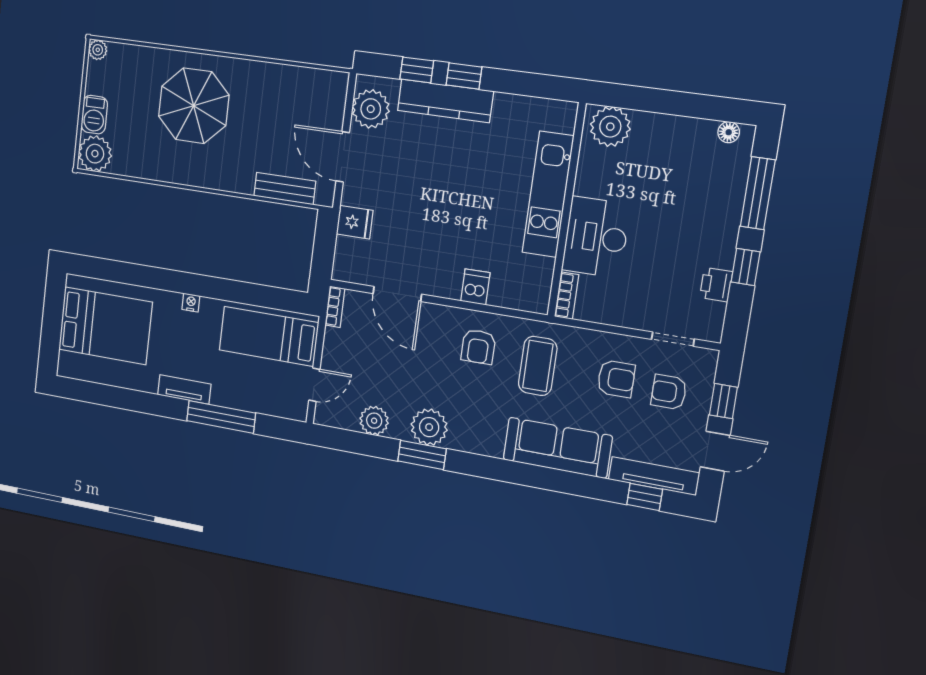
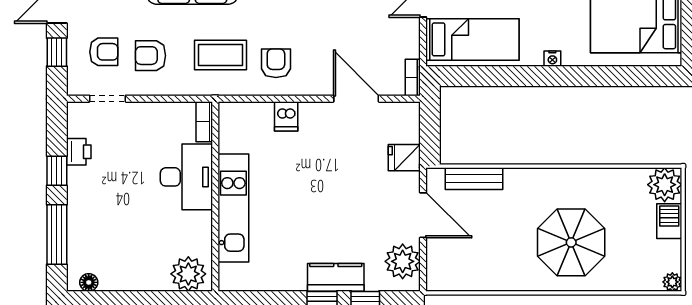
kitchen counter: (445, 101) -> (336, 277), width x0.67
coffee table: (538, 366) -> (220, 55), turned 90

